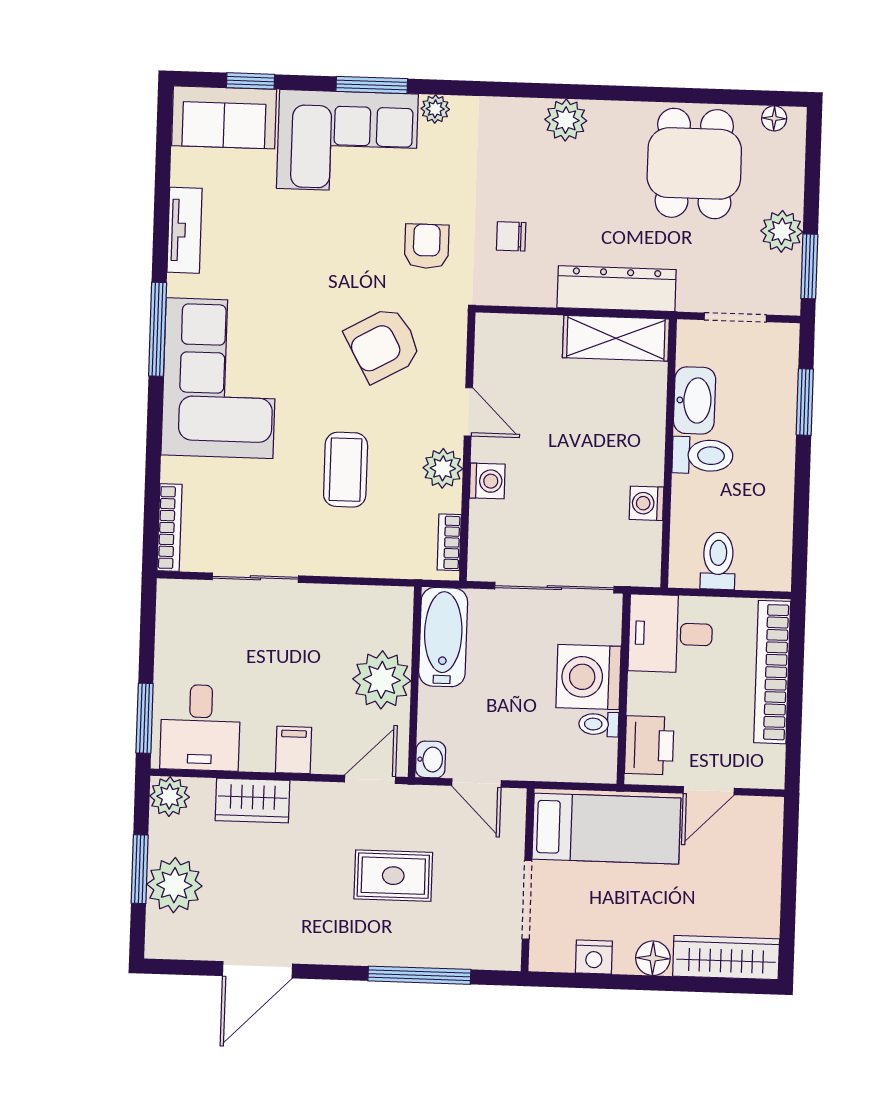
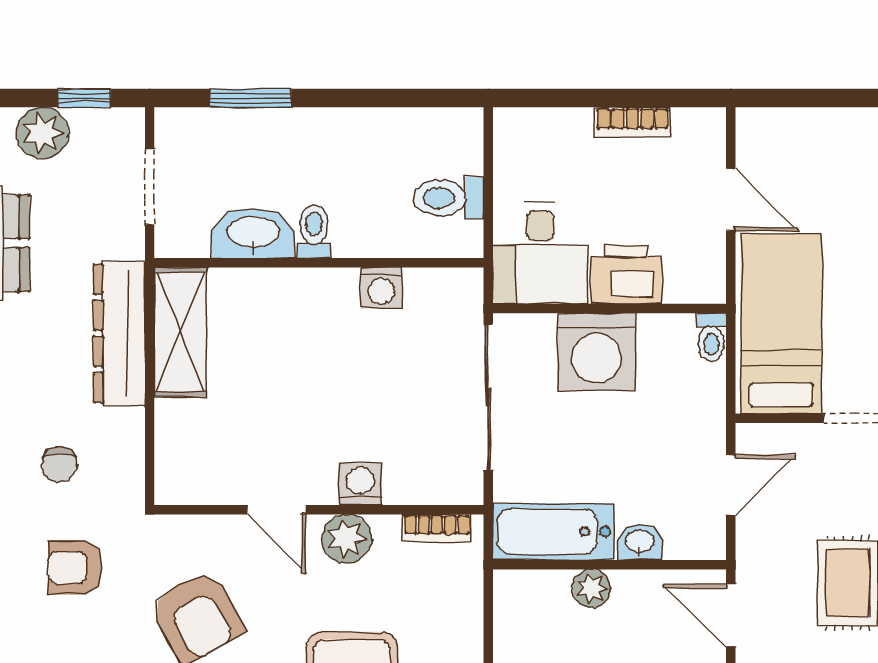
window: (809, 266) -> (84, 98), width x0.67
door: (468, 412) -> (276, 510), swing flipped
toilet: (703, 455) -> (314, 231), width x0.73, depth x0.72
bookcase: (772, 672) -> (632, 122), width x0.43, depth x0.76
plant: (382, 680) -> (591, 588), width x0.53, depth x0.53
toilet: (599, 724) -> (711, 337), moved
printer: (649, 745) -> (626, 275), moved
washbasin: (431, 759) -> (640, 542), moved

